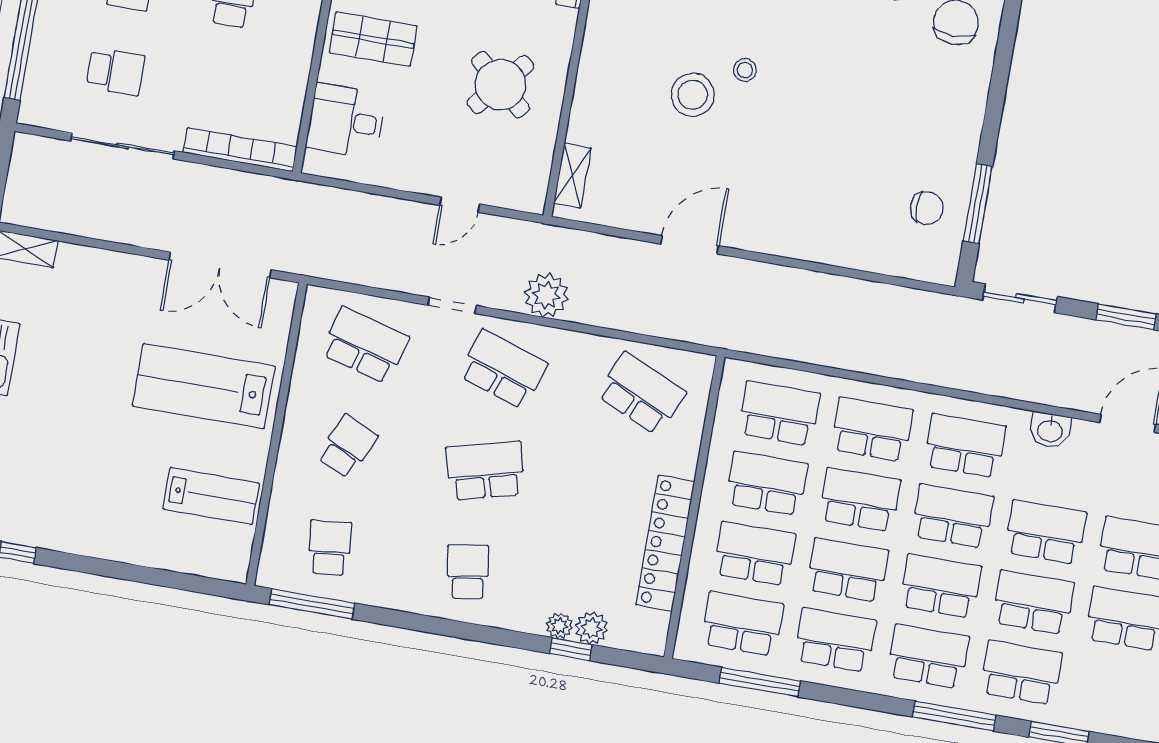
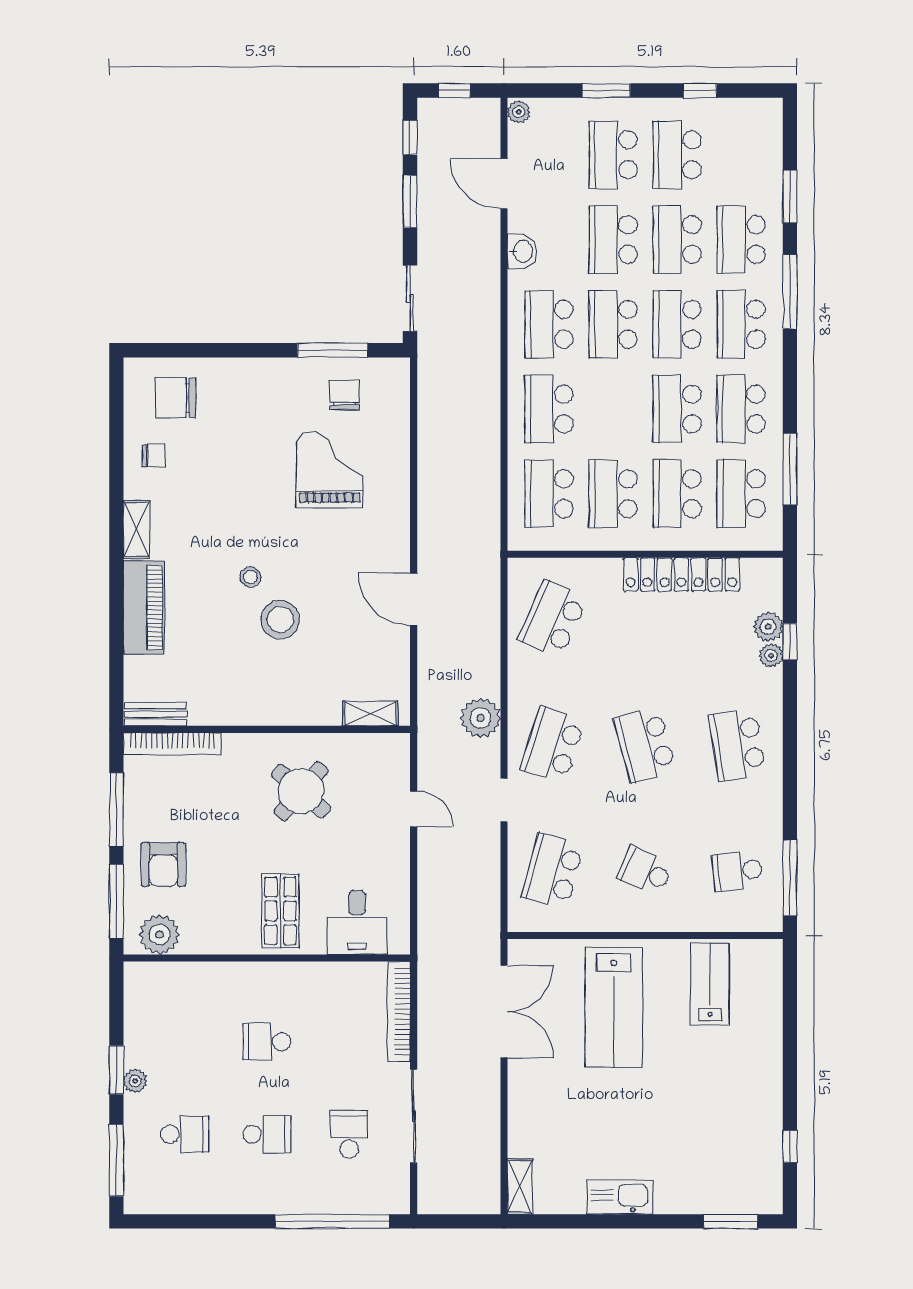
grand piano: (847, 177) -> (330, 470), added
school desk: (860, 500) -> (613, 409), removed
school desk: (468, 572) -> (737, 745), width x1.85

